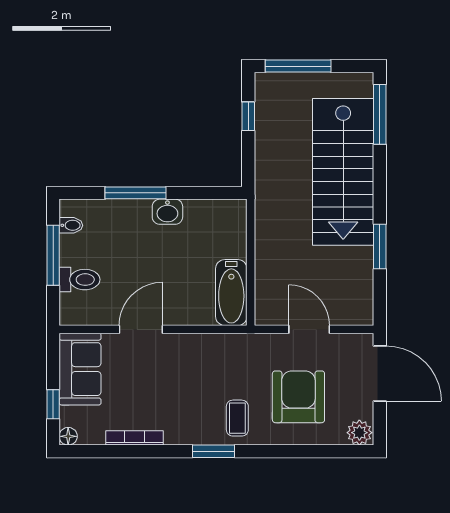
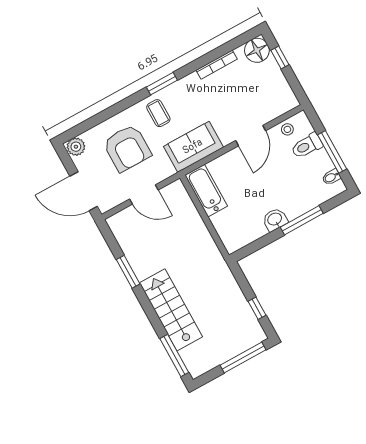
stairs: (343, 172) -> (171, 310), width x0.73, depth x0.66
stool: (92, 312) -> (287, 129), added
sofa: (80, 369) -> (193, 147), moved, turned 90
floor lamp: (68, 436) -> (257, 50), width x1.89, depth x1.89

